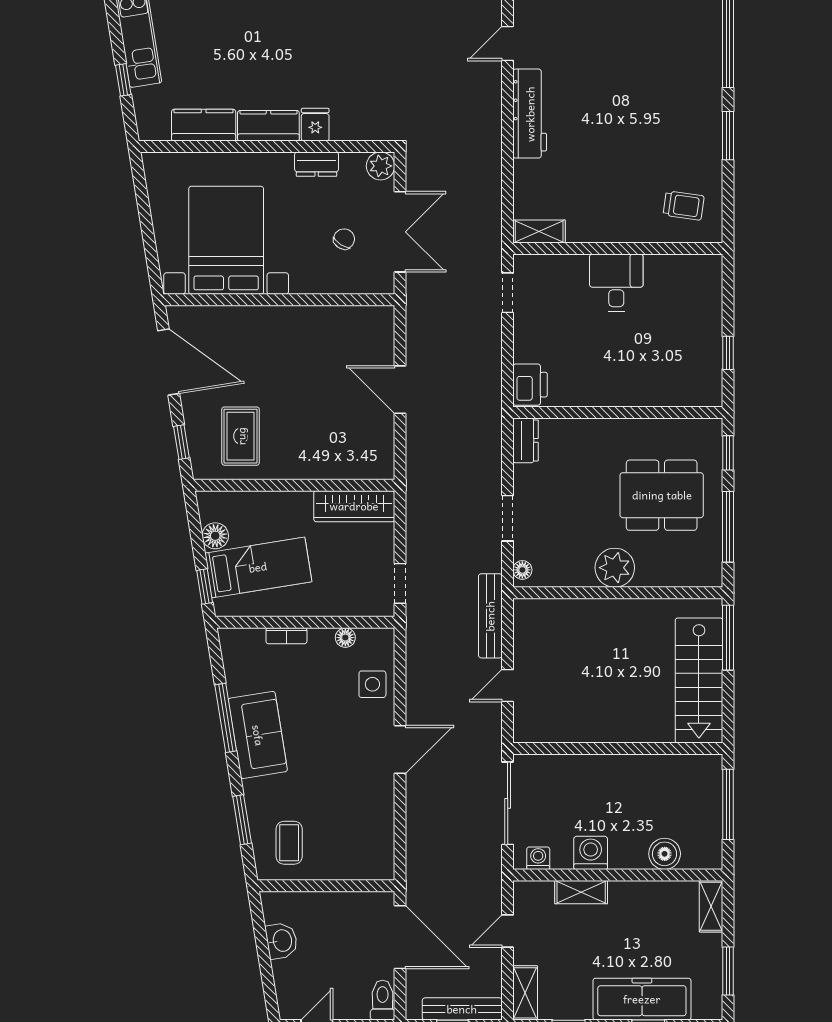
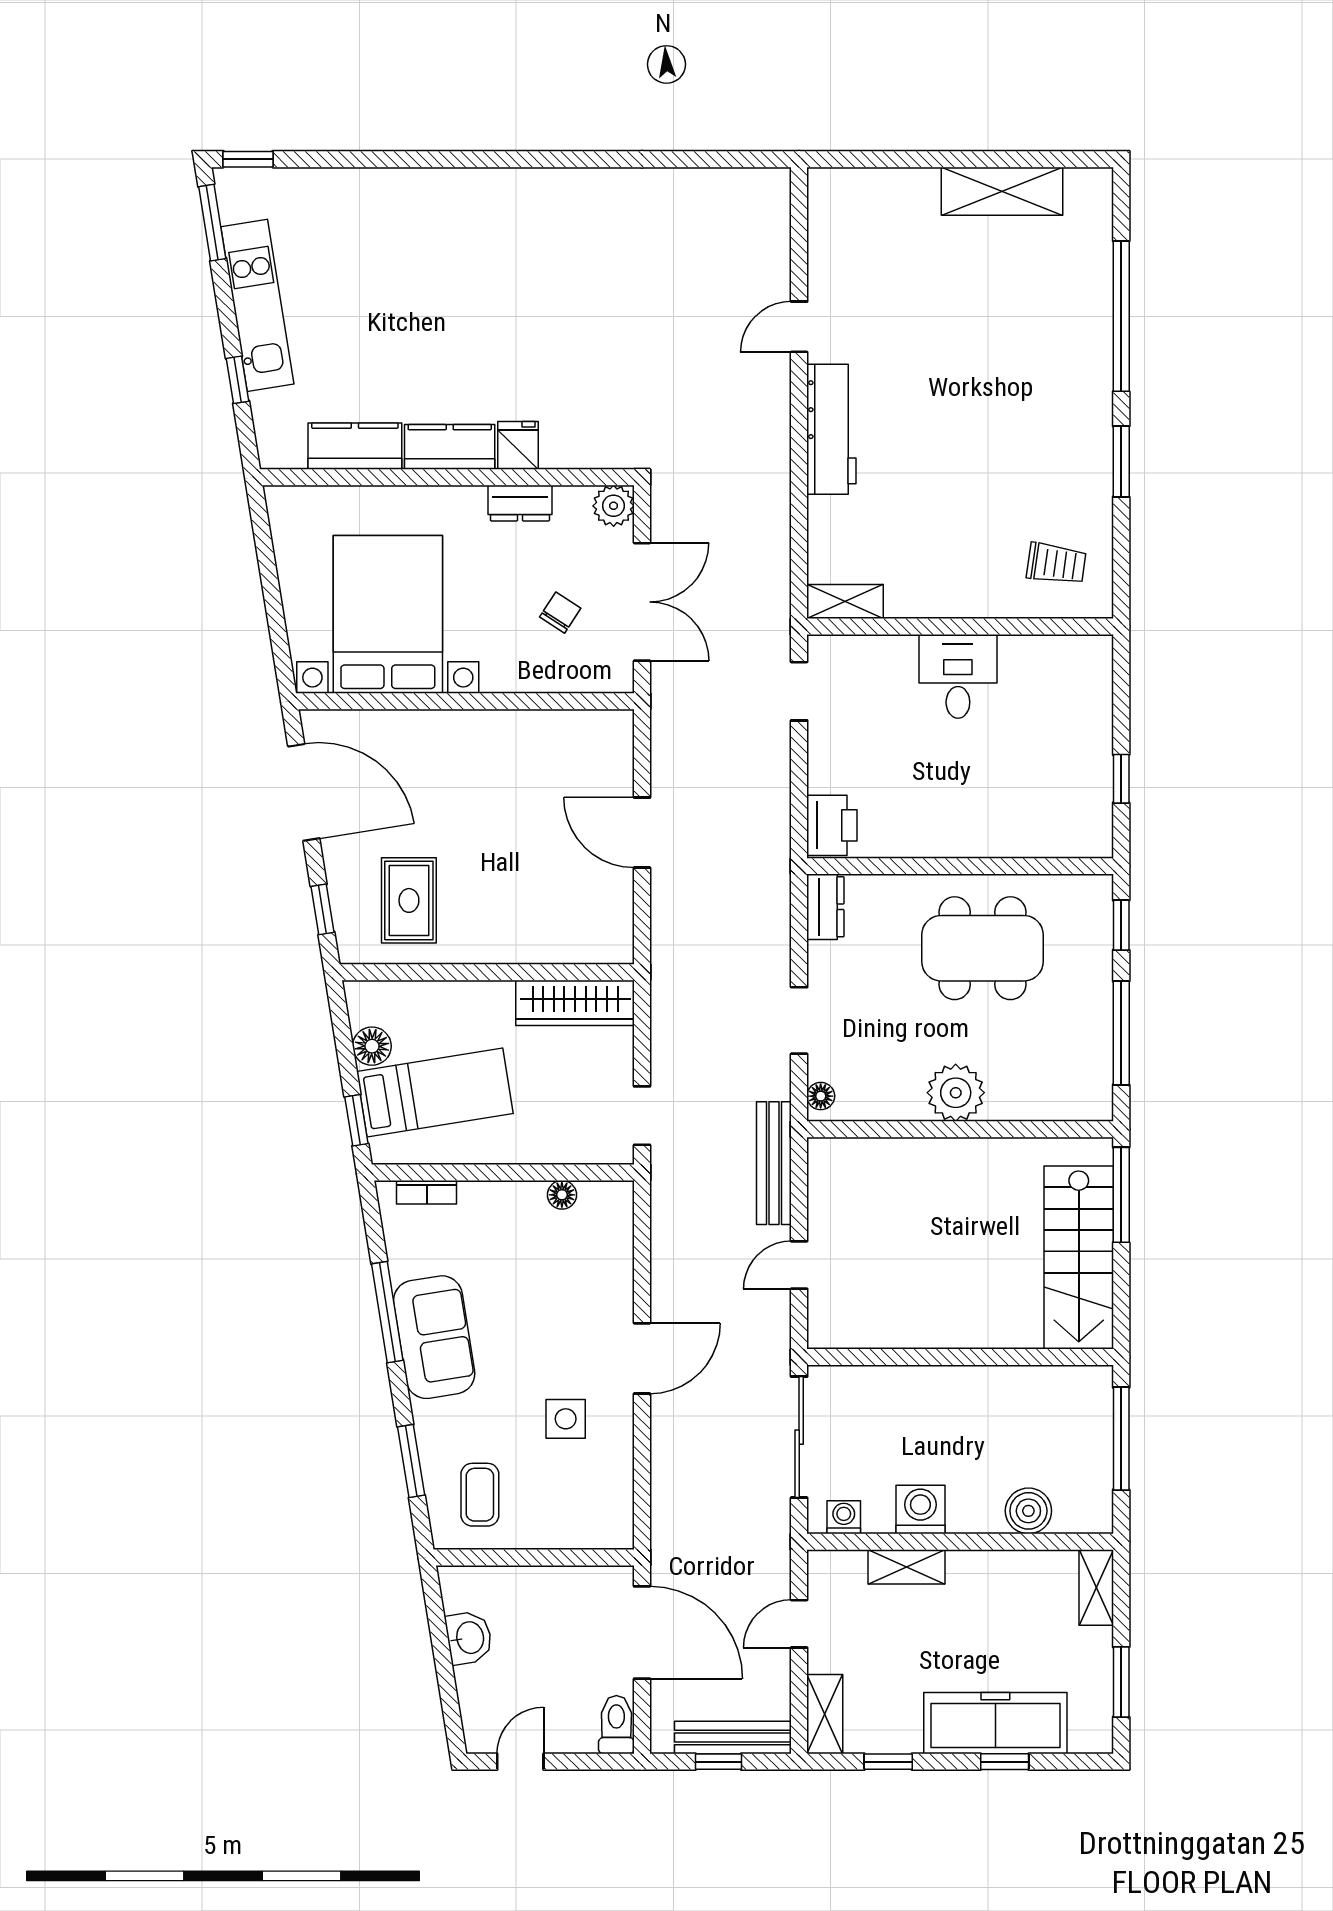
dining table: (662, 495) -> (982, 948), moved
bookcase: (286, 636) -> (427, 1192), moved
side table: (372, 684) -> (566, 1419), moved

